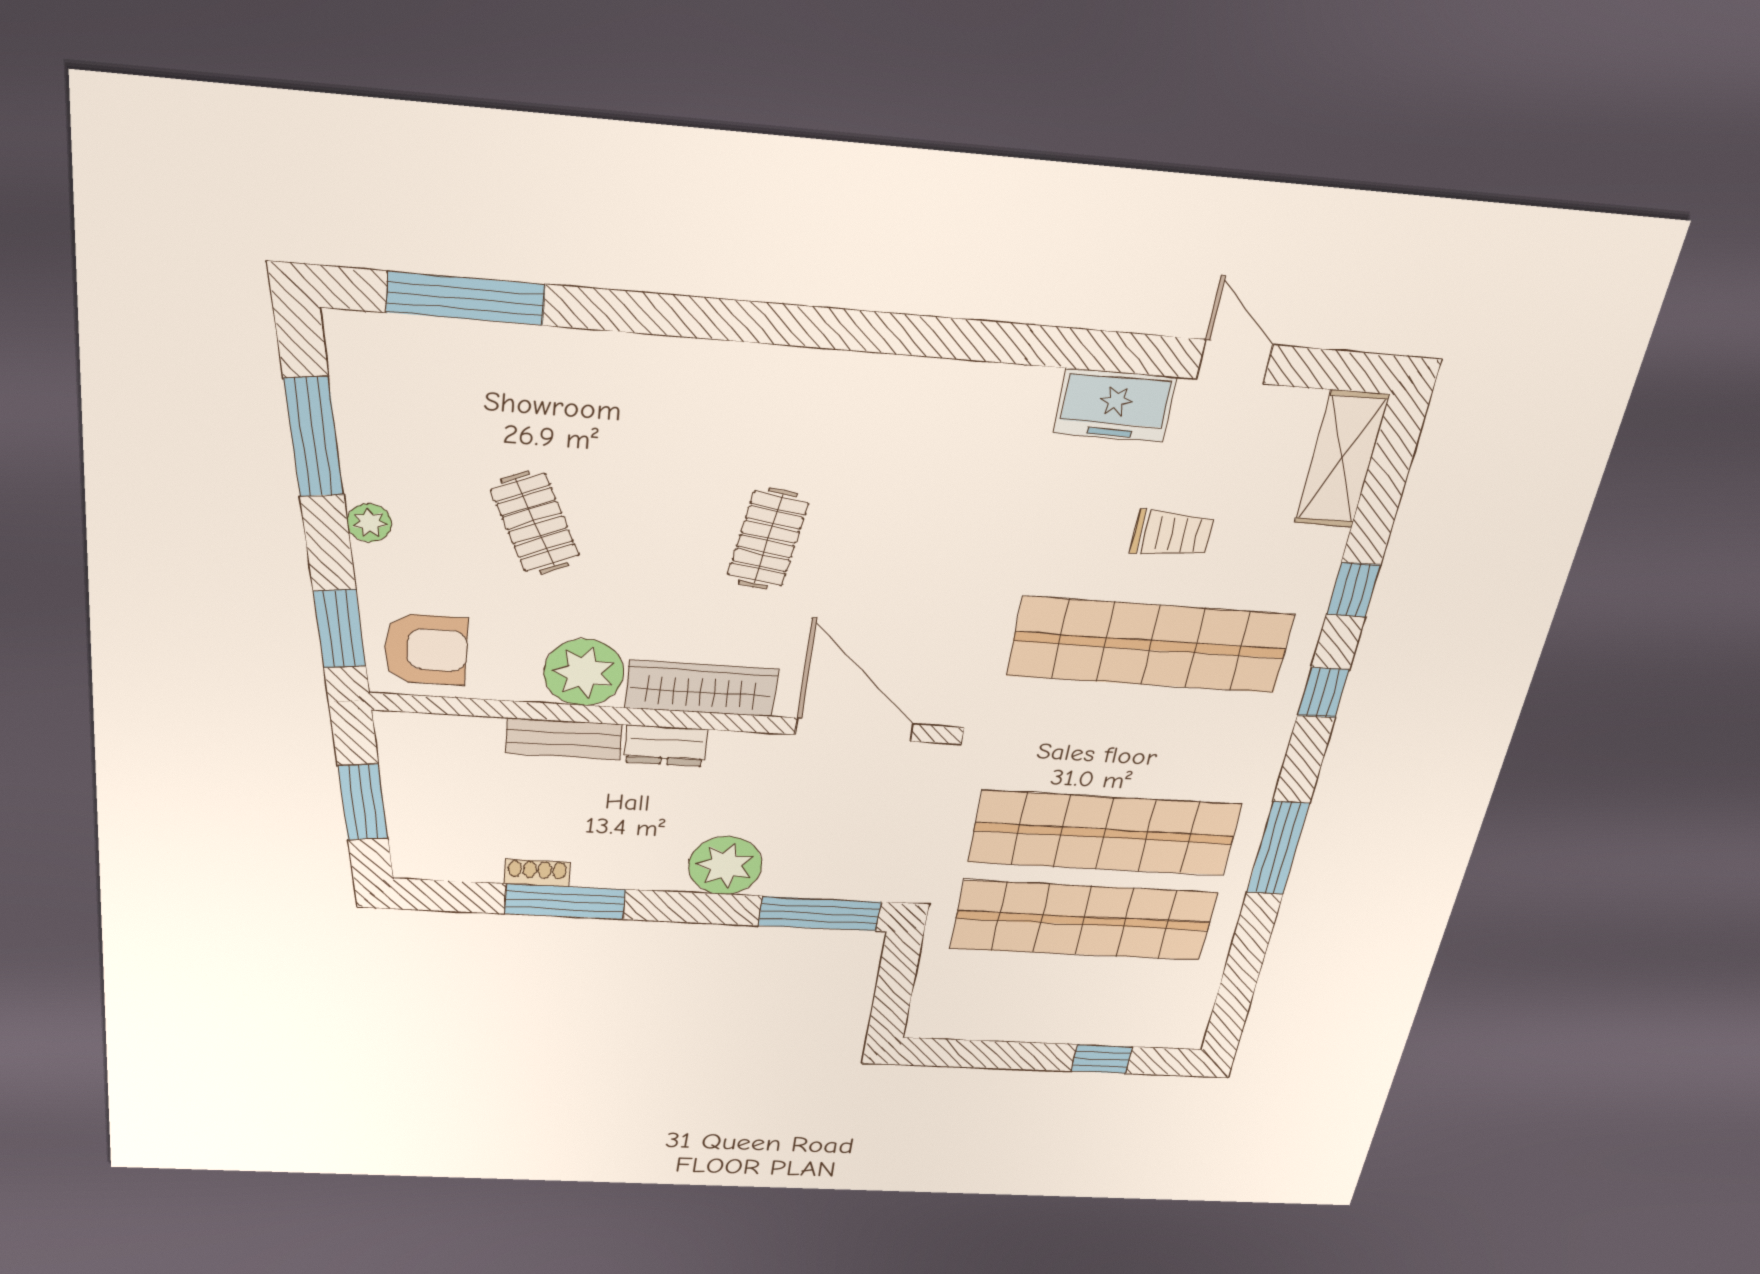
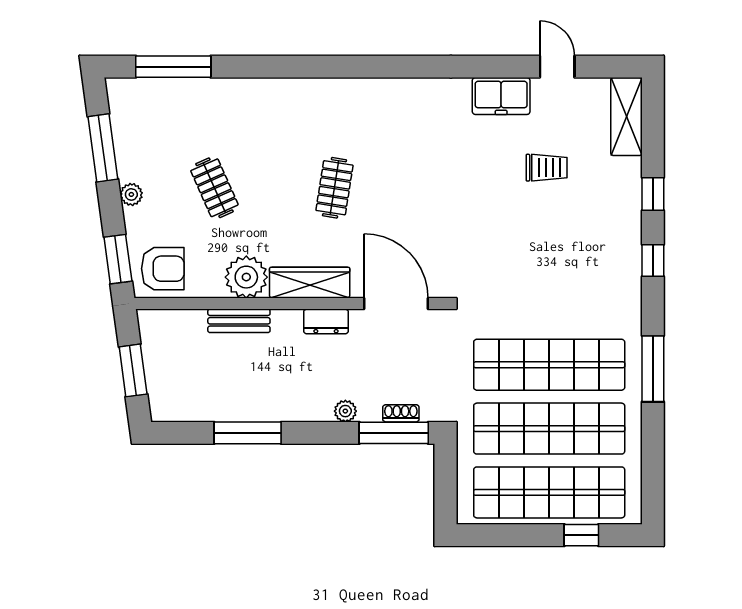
shop shelf: (1150, 645) -> (549, 492), moved
dresser: (666, 746) -> (326, 321), moved
plant: (725, 866) -> (345, 411), width x0.53, depth x0.53
shoe rack: (537, 873) -> (401, 413), moved

